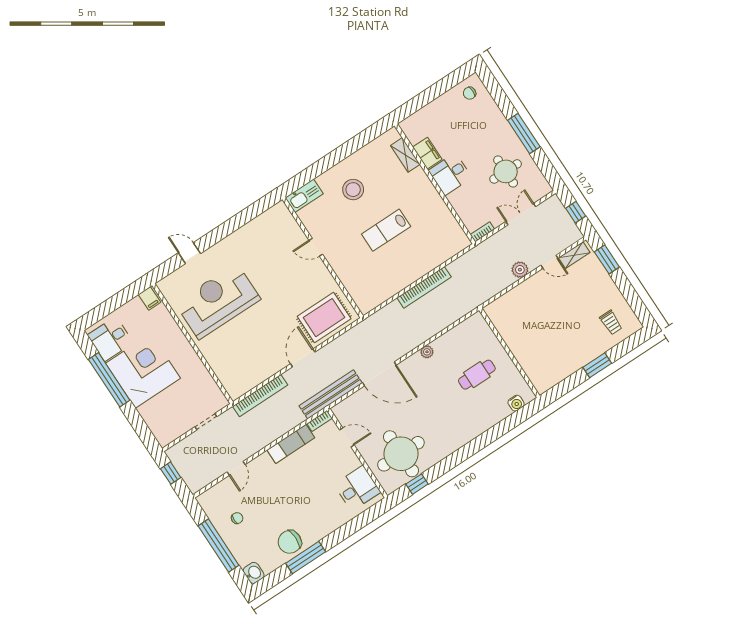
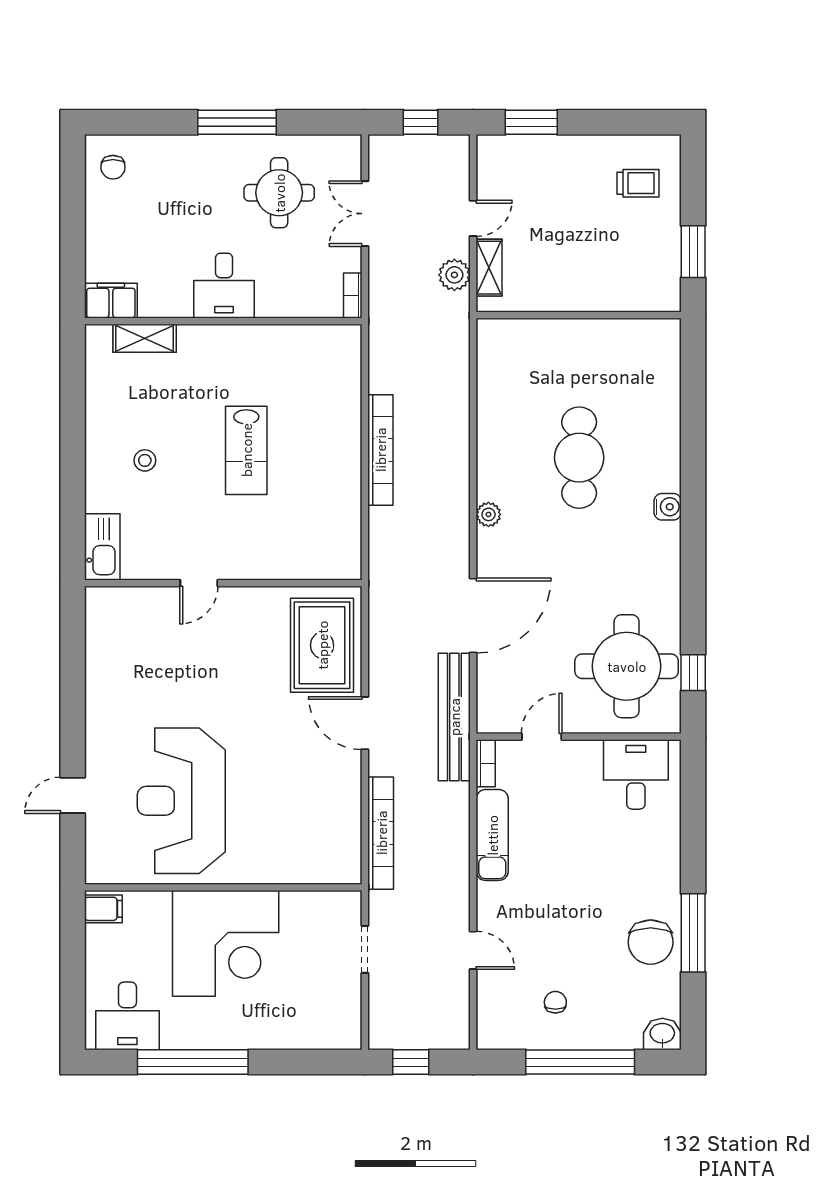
filing cabinet: (427, 153) -> (111, 301), moved
stool: (353, 190) -> (145, 460), width x0.53, depth x0.53
shelving: (574, 255) -> (489, 268), moved
wall: (509, 353) -> (579, 315), moved
corner desk: (143, 371) -> (226, 943), moved, turned 180
cafe table: (477, 375) -> (579, 458), width x1.37, depth x1.35
water cooler: (516, 403) -> (668, 507), moved

